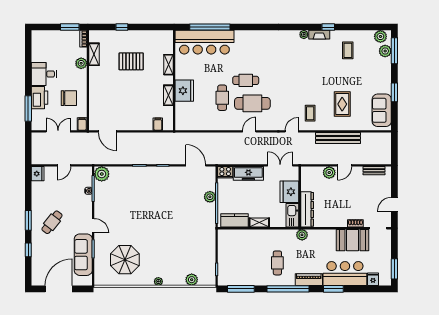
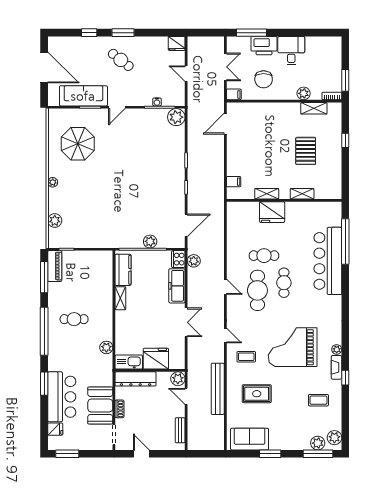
bar counter: (204, 42) -> (328, 261), moved
grand piano: (302, 73) -> (293, 347), added
plant: (227, 159) -> (194, 261), added
fridge: (289, 192) -> (156, 359), moved
wall: (300, 197) -> (150, 370), moved
dresser: (307, 209) -> (136, 379), moved
kitchen sink: (292, 215) -> (129, 362), moved
piano: (309, 280) -> (55, 266), moved

